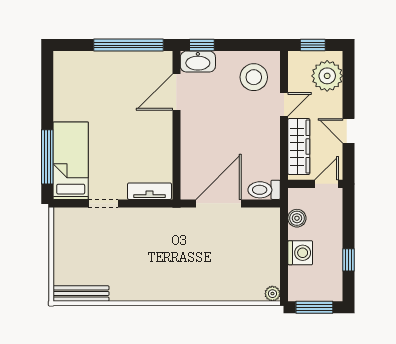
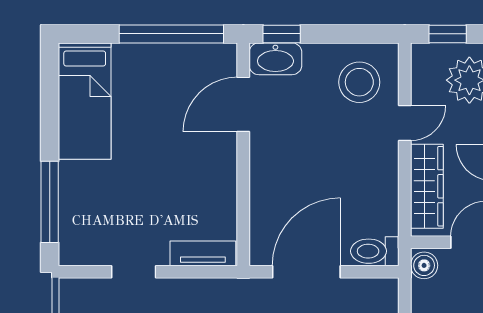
bed: (71, 161) -> (85, 101), moved, turned 180
boiler: (297, 218) -> (424, 265), moved

